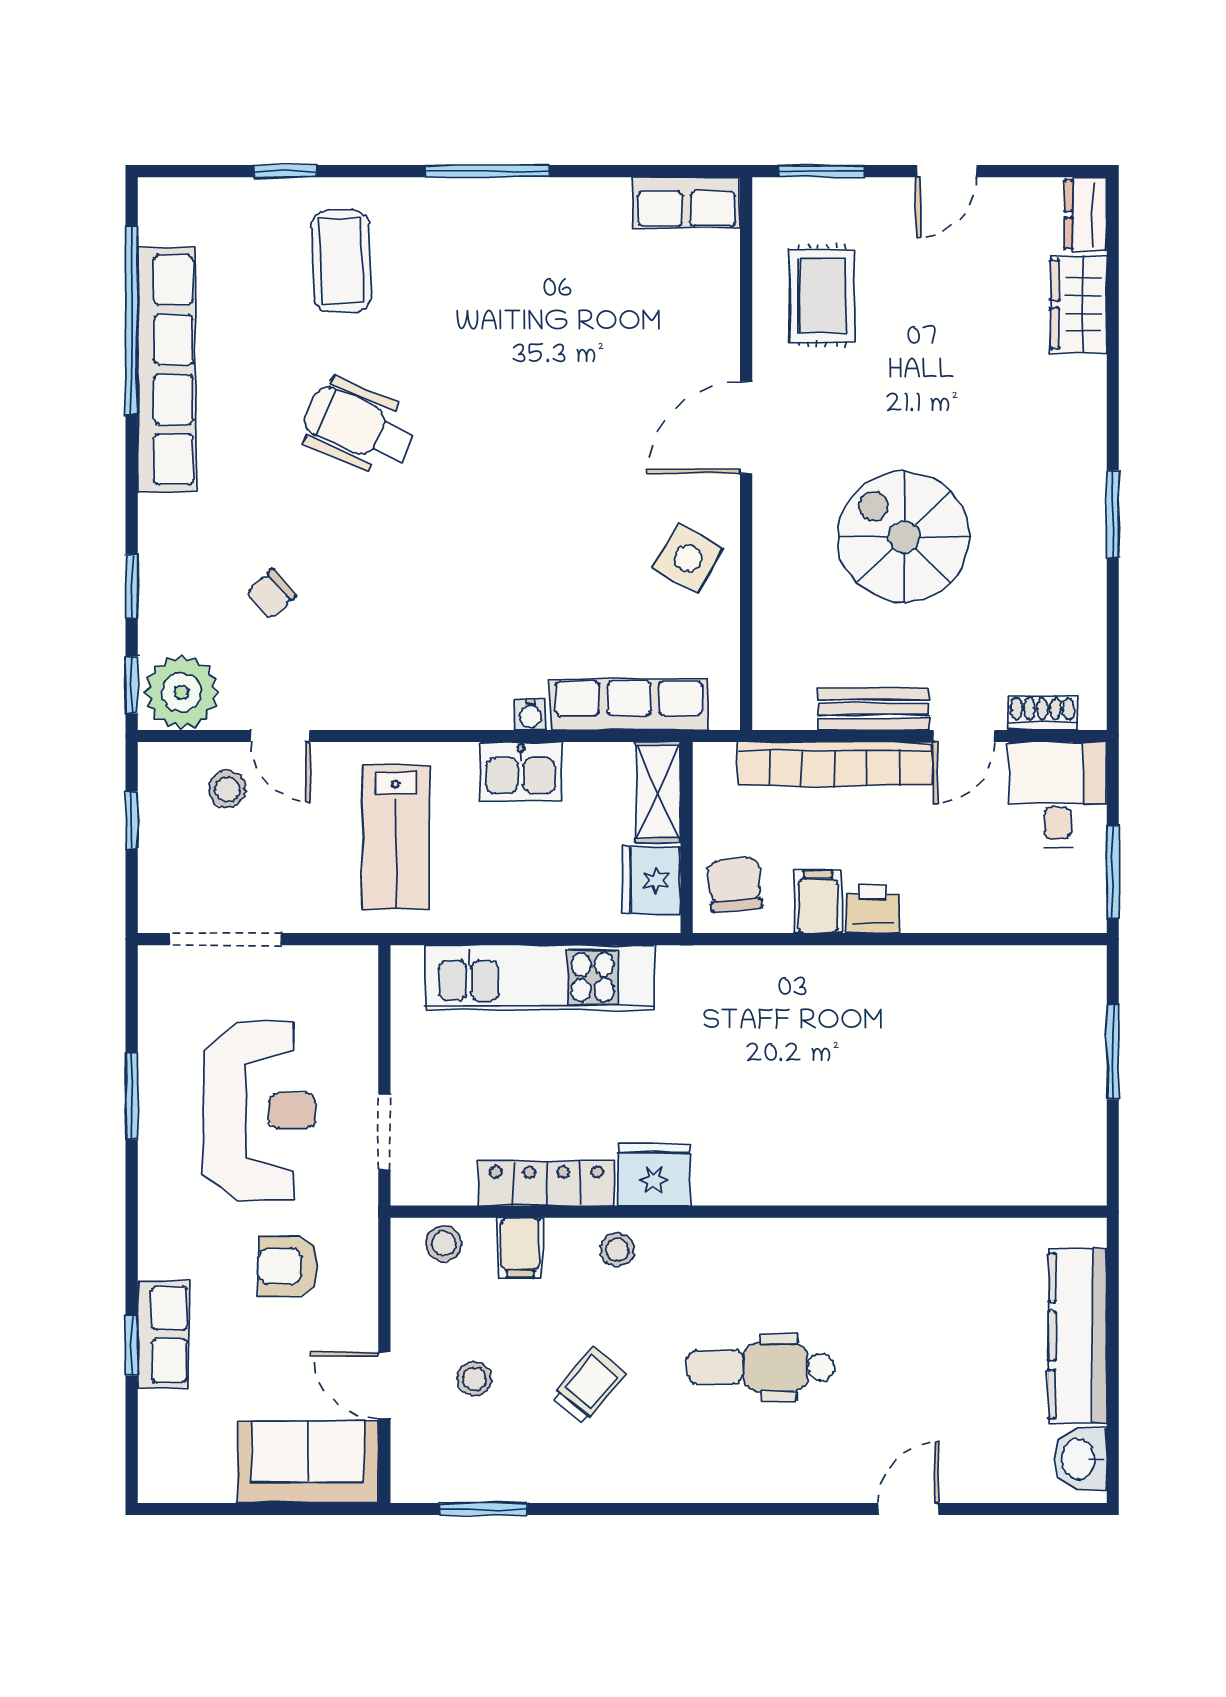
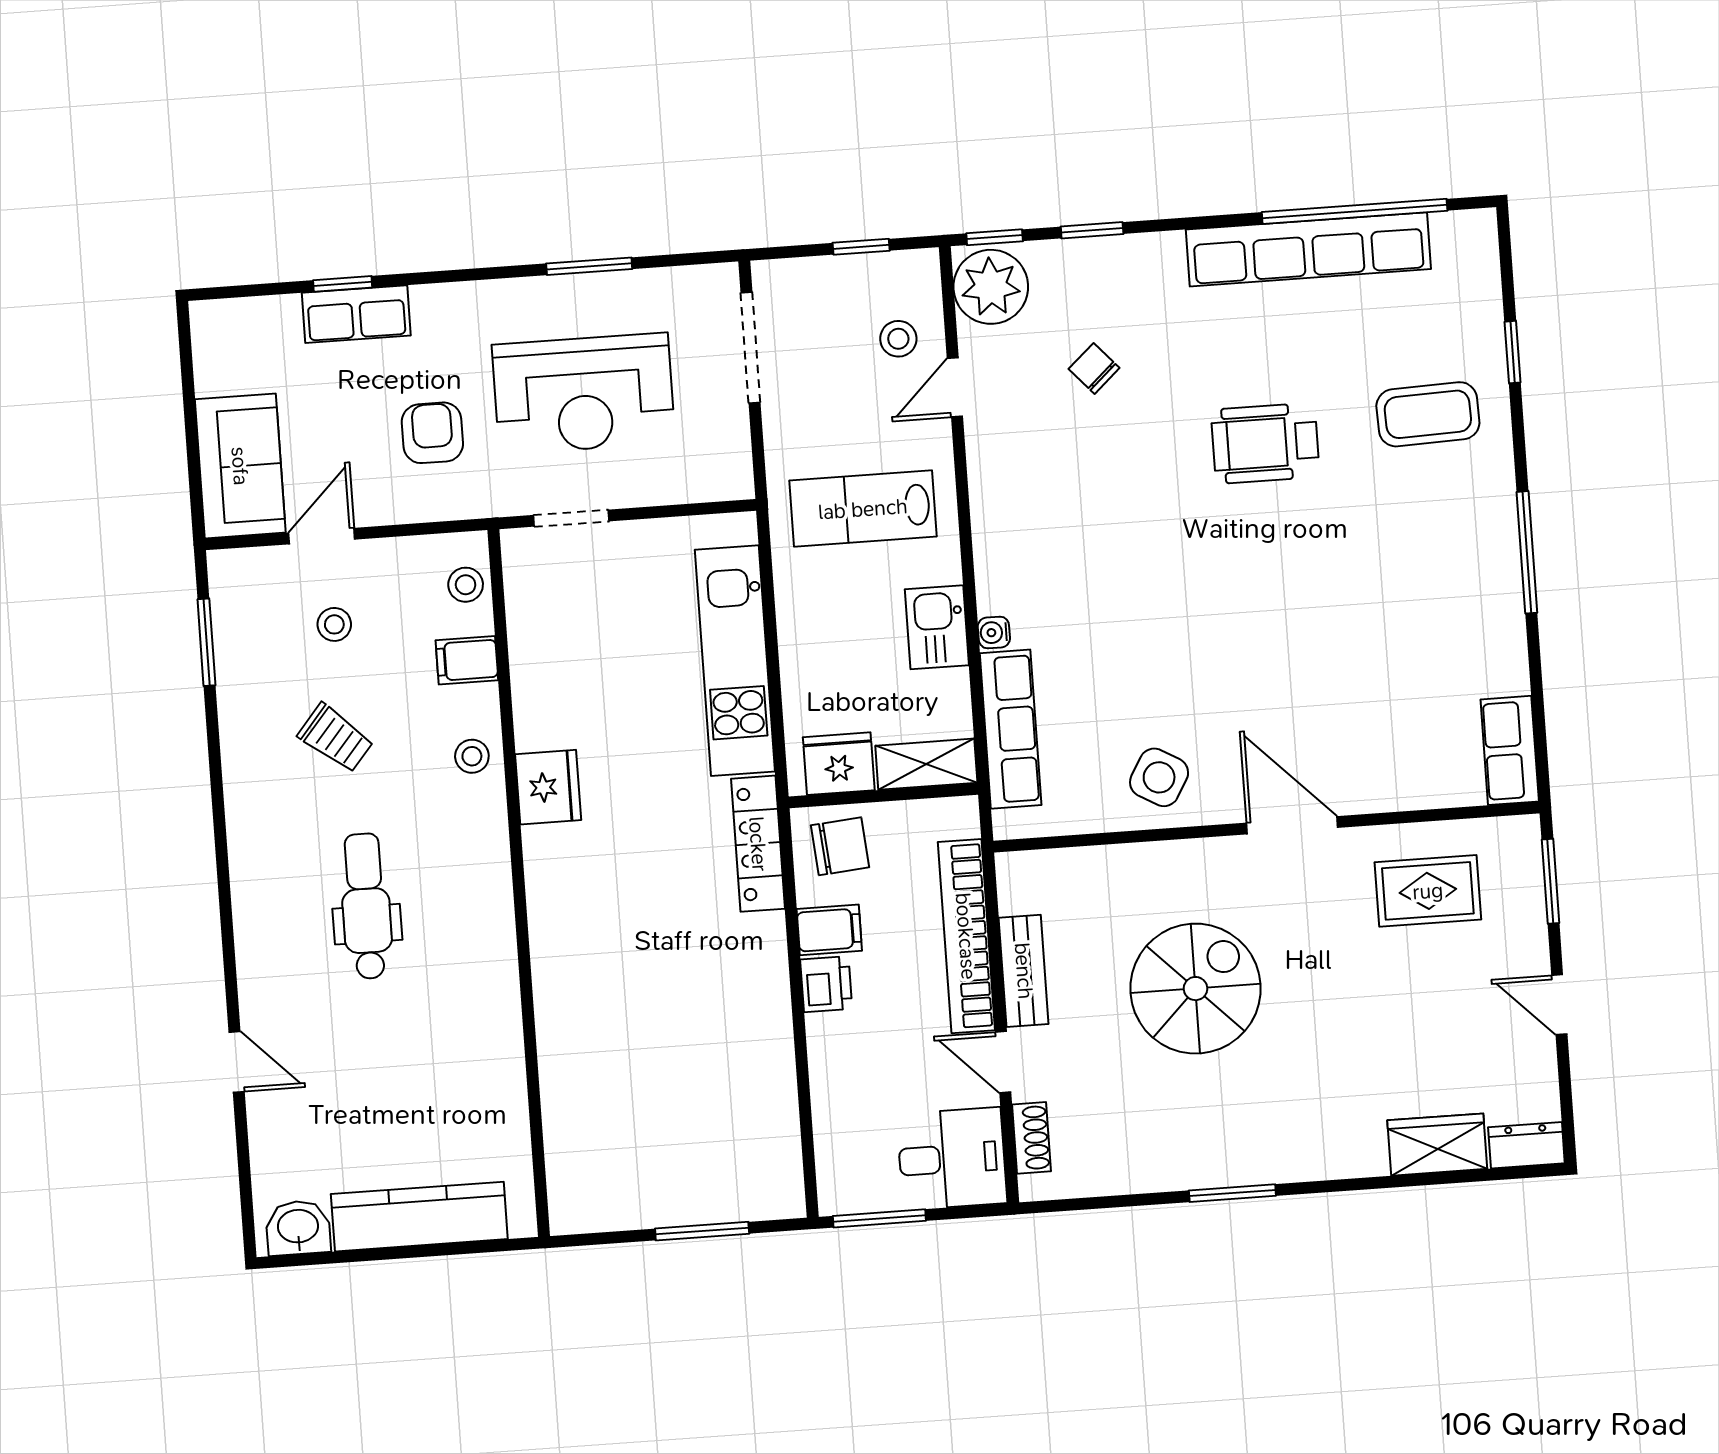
wheelchair: (359, 427) -> (1265, 443), turned -114
locker: (547, 1183) -> (758, 844), moved, turned 180

